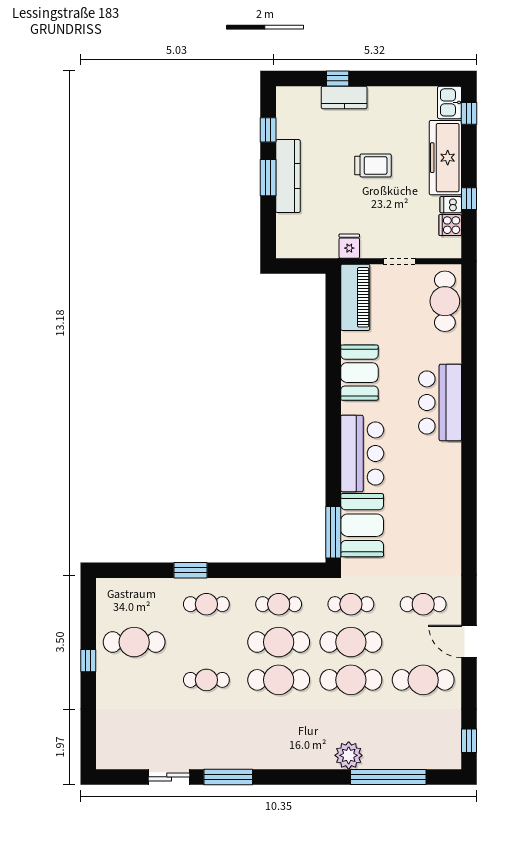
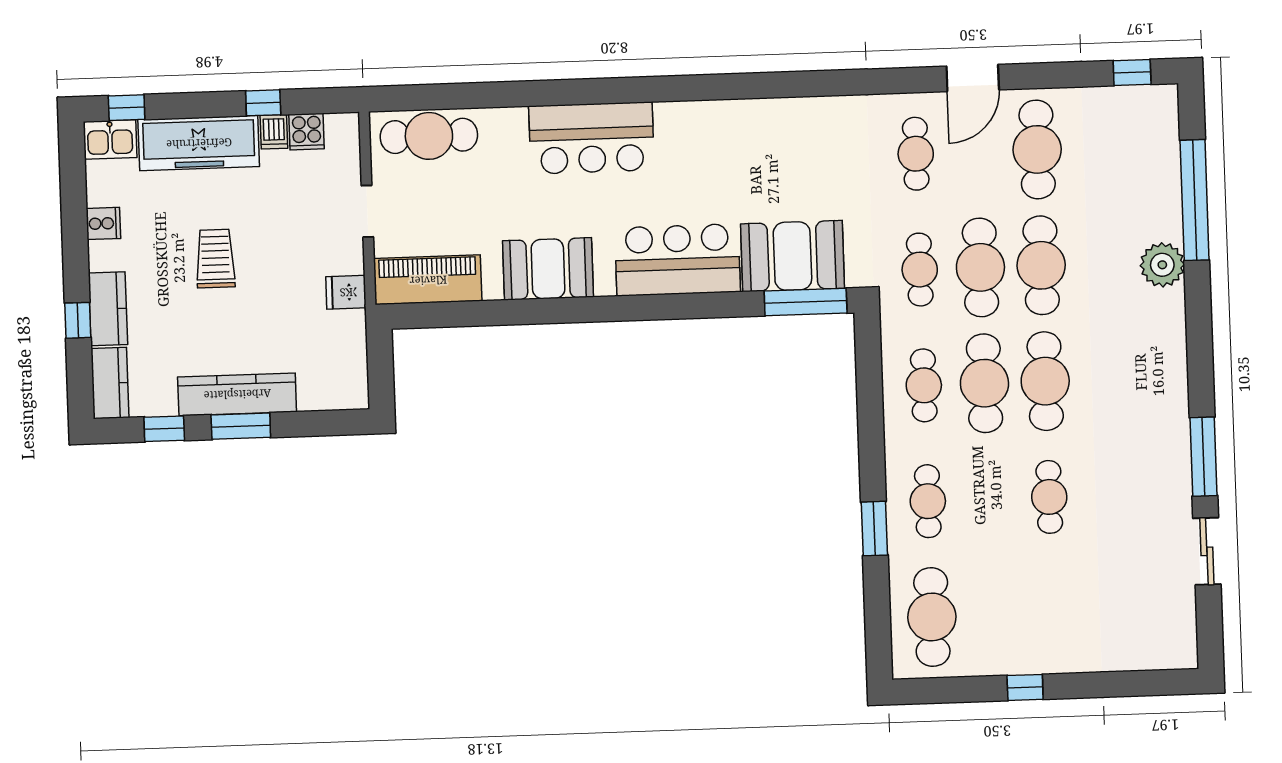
cooker: (397, 96) -> (103, 223), added
kitchen counter: (298, 97) -> (110, 383), added
cafe table: (134, 642) -> (932, 617), moved

